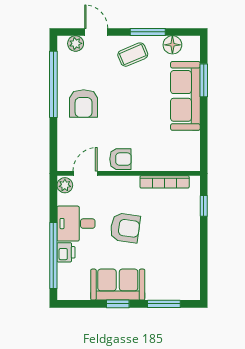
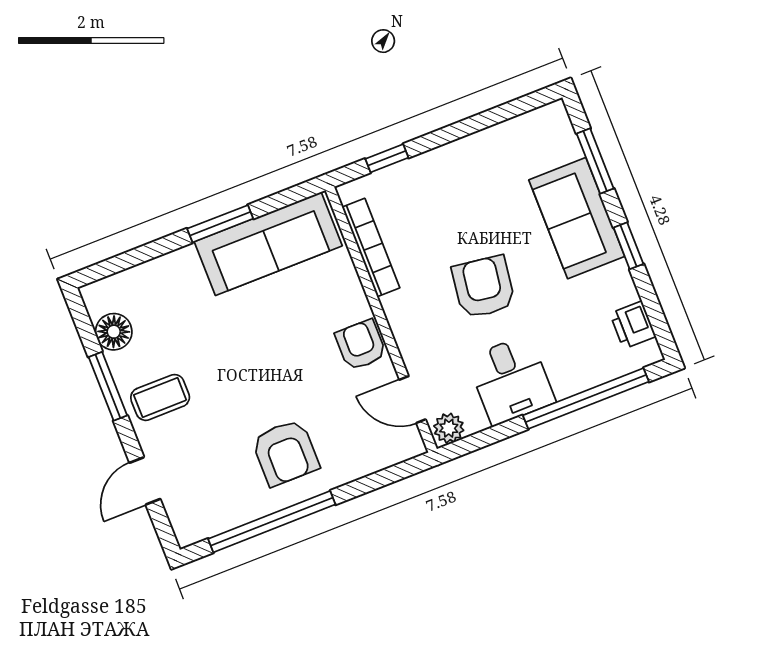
plant: (76, 43) -> (181, 510), removed
coffee table: (133, 55) -> (160, 397), turned -67
window: (204, 80) -> (220, 224), moved
sofa: (185, 96) -> (268, 244), moved
armchair: (84, 104) -> (285, 453), turned 90
printer: (66, 252) -> (633, 325), moved, turned -90
sofa: (118, 285) -> (577, 218), moved

